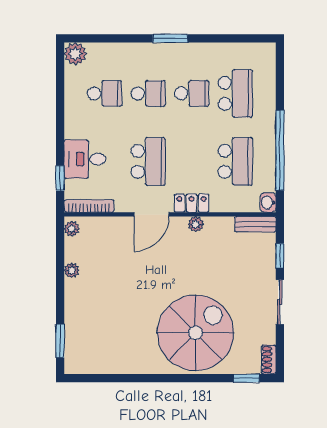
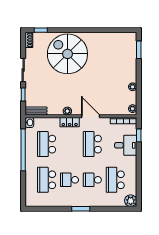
school desk: (105, 93) -> (115, 180), width x1.85
door: (151, 214) -> (91, 116), hinge flipped
spiral stairs: (195, 333) -> (67, 54), turned 90

